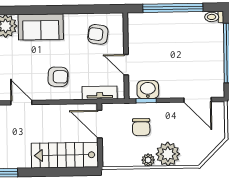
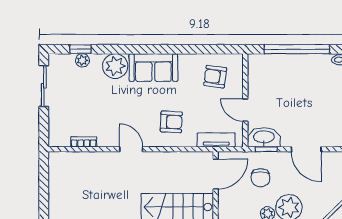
washbasin: (148, 90) -> (264, 137), width x1.38
door: (198, 100) -> (306, 149), moved
door: (100, 124) -> (216, 174), swing flipped

